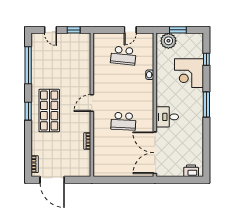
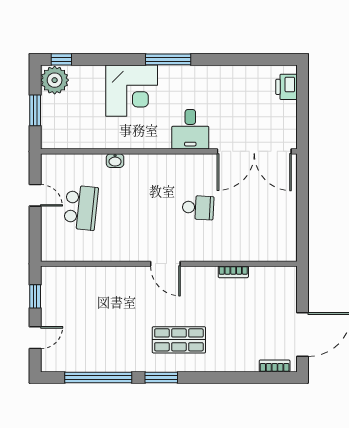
plant: (168, 41) -> (55, 80), moved
window: (206, 59) -> (61, 59), moved
corner desk: (189, 73) -> (132, 91), moved
window: (28, 111) -> (161, 377), moved
shop shelf: (49, 111) -> (179, 340), width x0.70, depth x0.74
school desk: (123, 121) -> (198, 208), width x0.54

